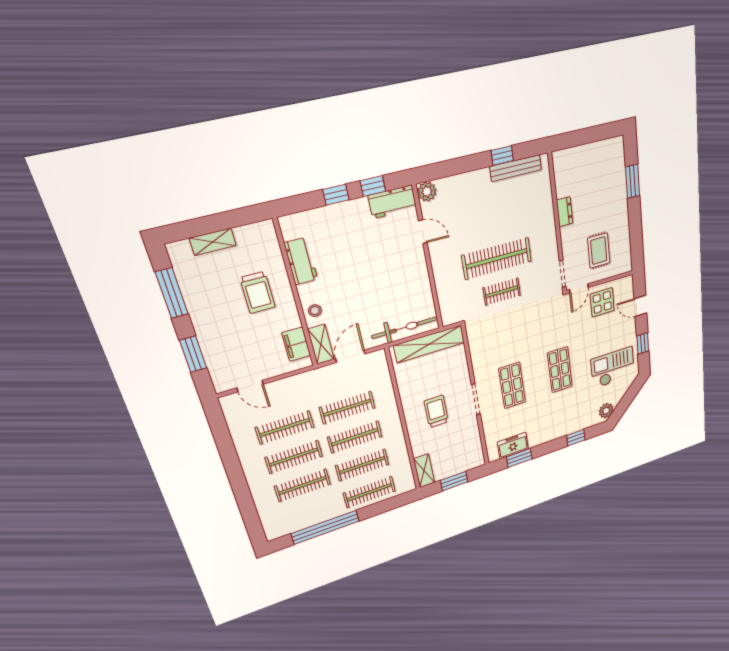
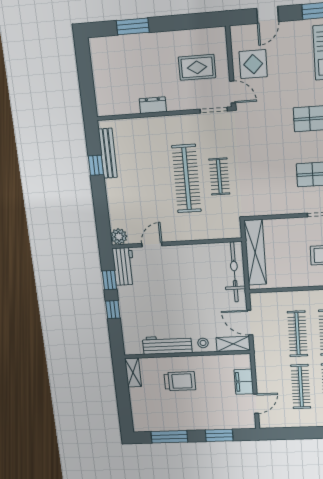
shelving: (213, 242) -> (133, 373), moved
workbench: (301, 261) -> (167, 345), width x1.38
filing cabinet: (296, 344) -> (244, 382), moved, turned 90

